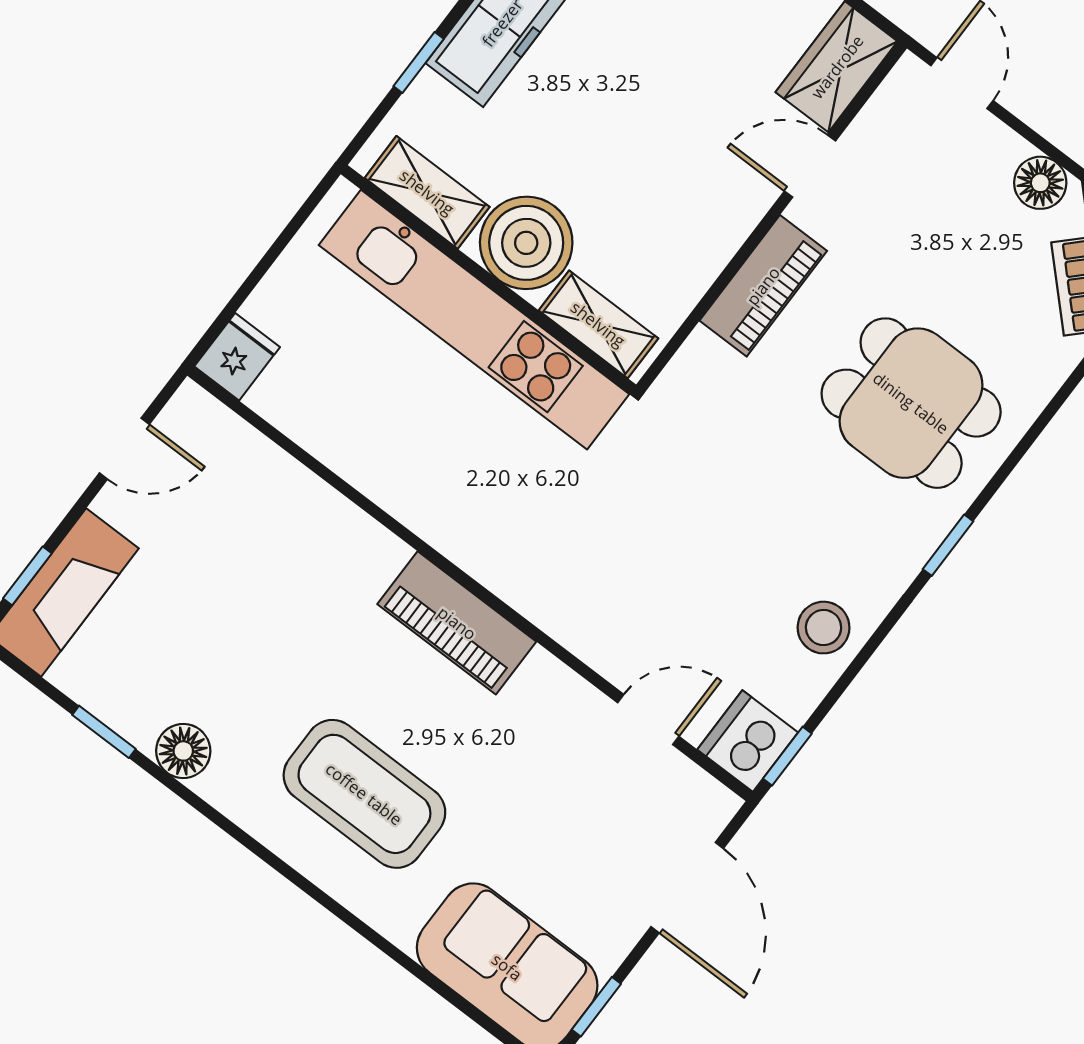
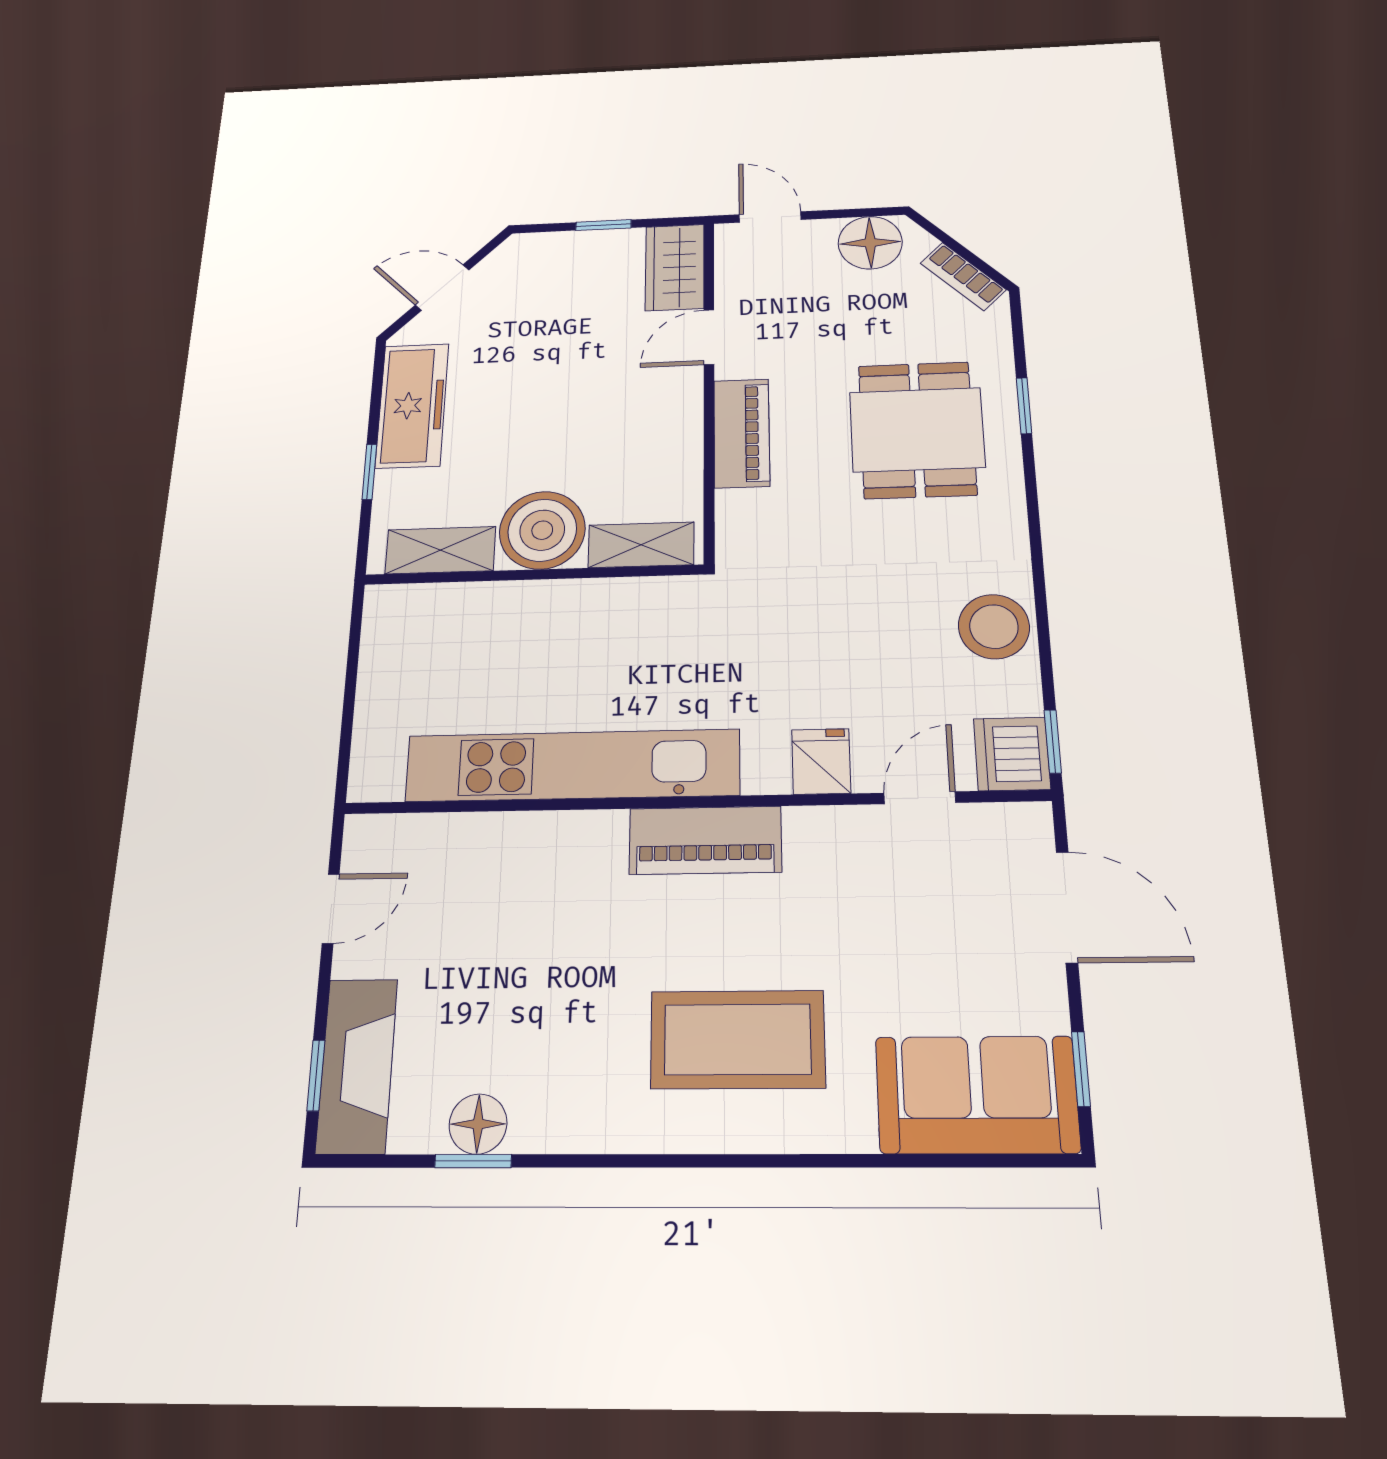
floor lamp: (1040, 183) -> (870, 243), width x1.38, depth x1.38
kitchen unit: (474, 320) -> (572, 765), moved, turned 180
fridge: (237, 357) -> (821, 761), moved
dining table: (911, 403) -> (917, 430), turned 90
window: (948, 545) -> (1024, 406), moved
stool: (824, 628) -> (994, 627), width x1.38, depth x1.38
floor lamp: (183, 751) -> (478, 1124), moved

